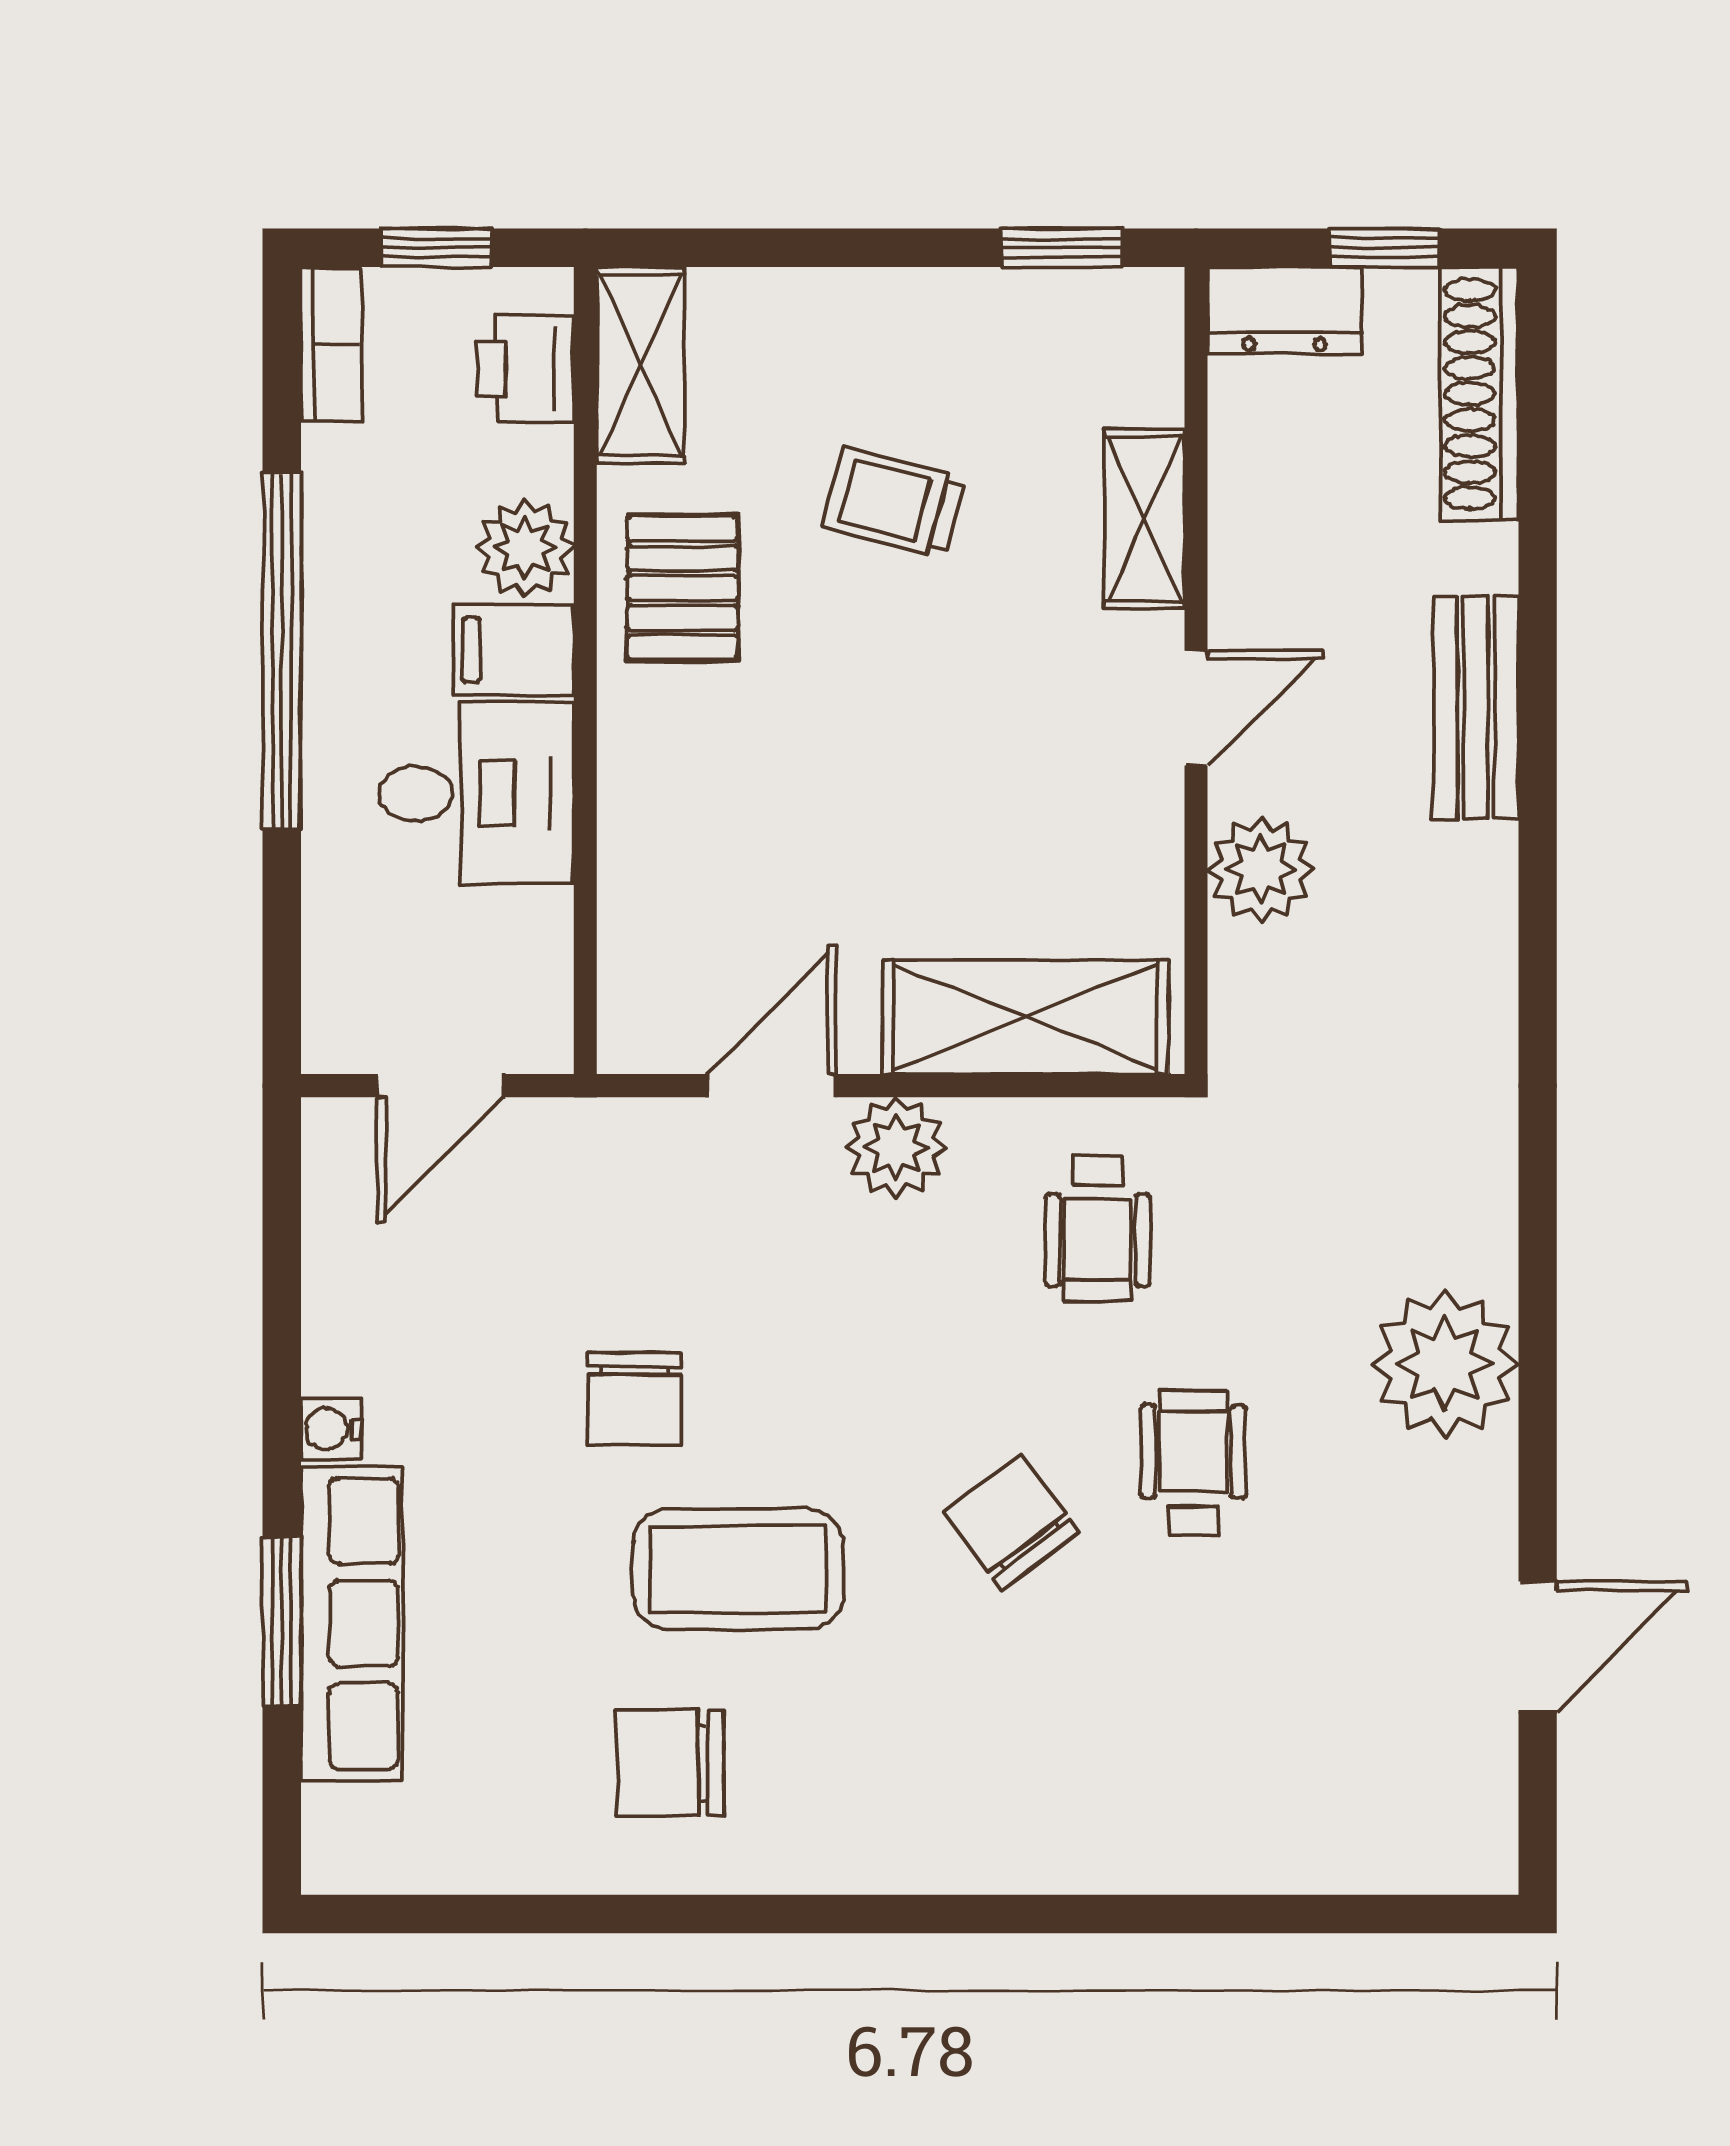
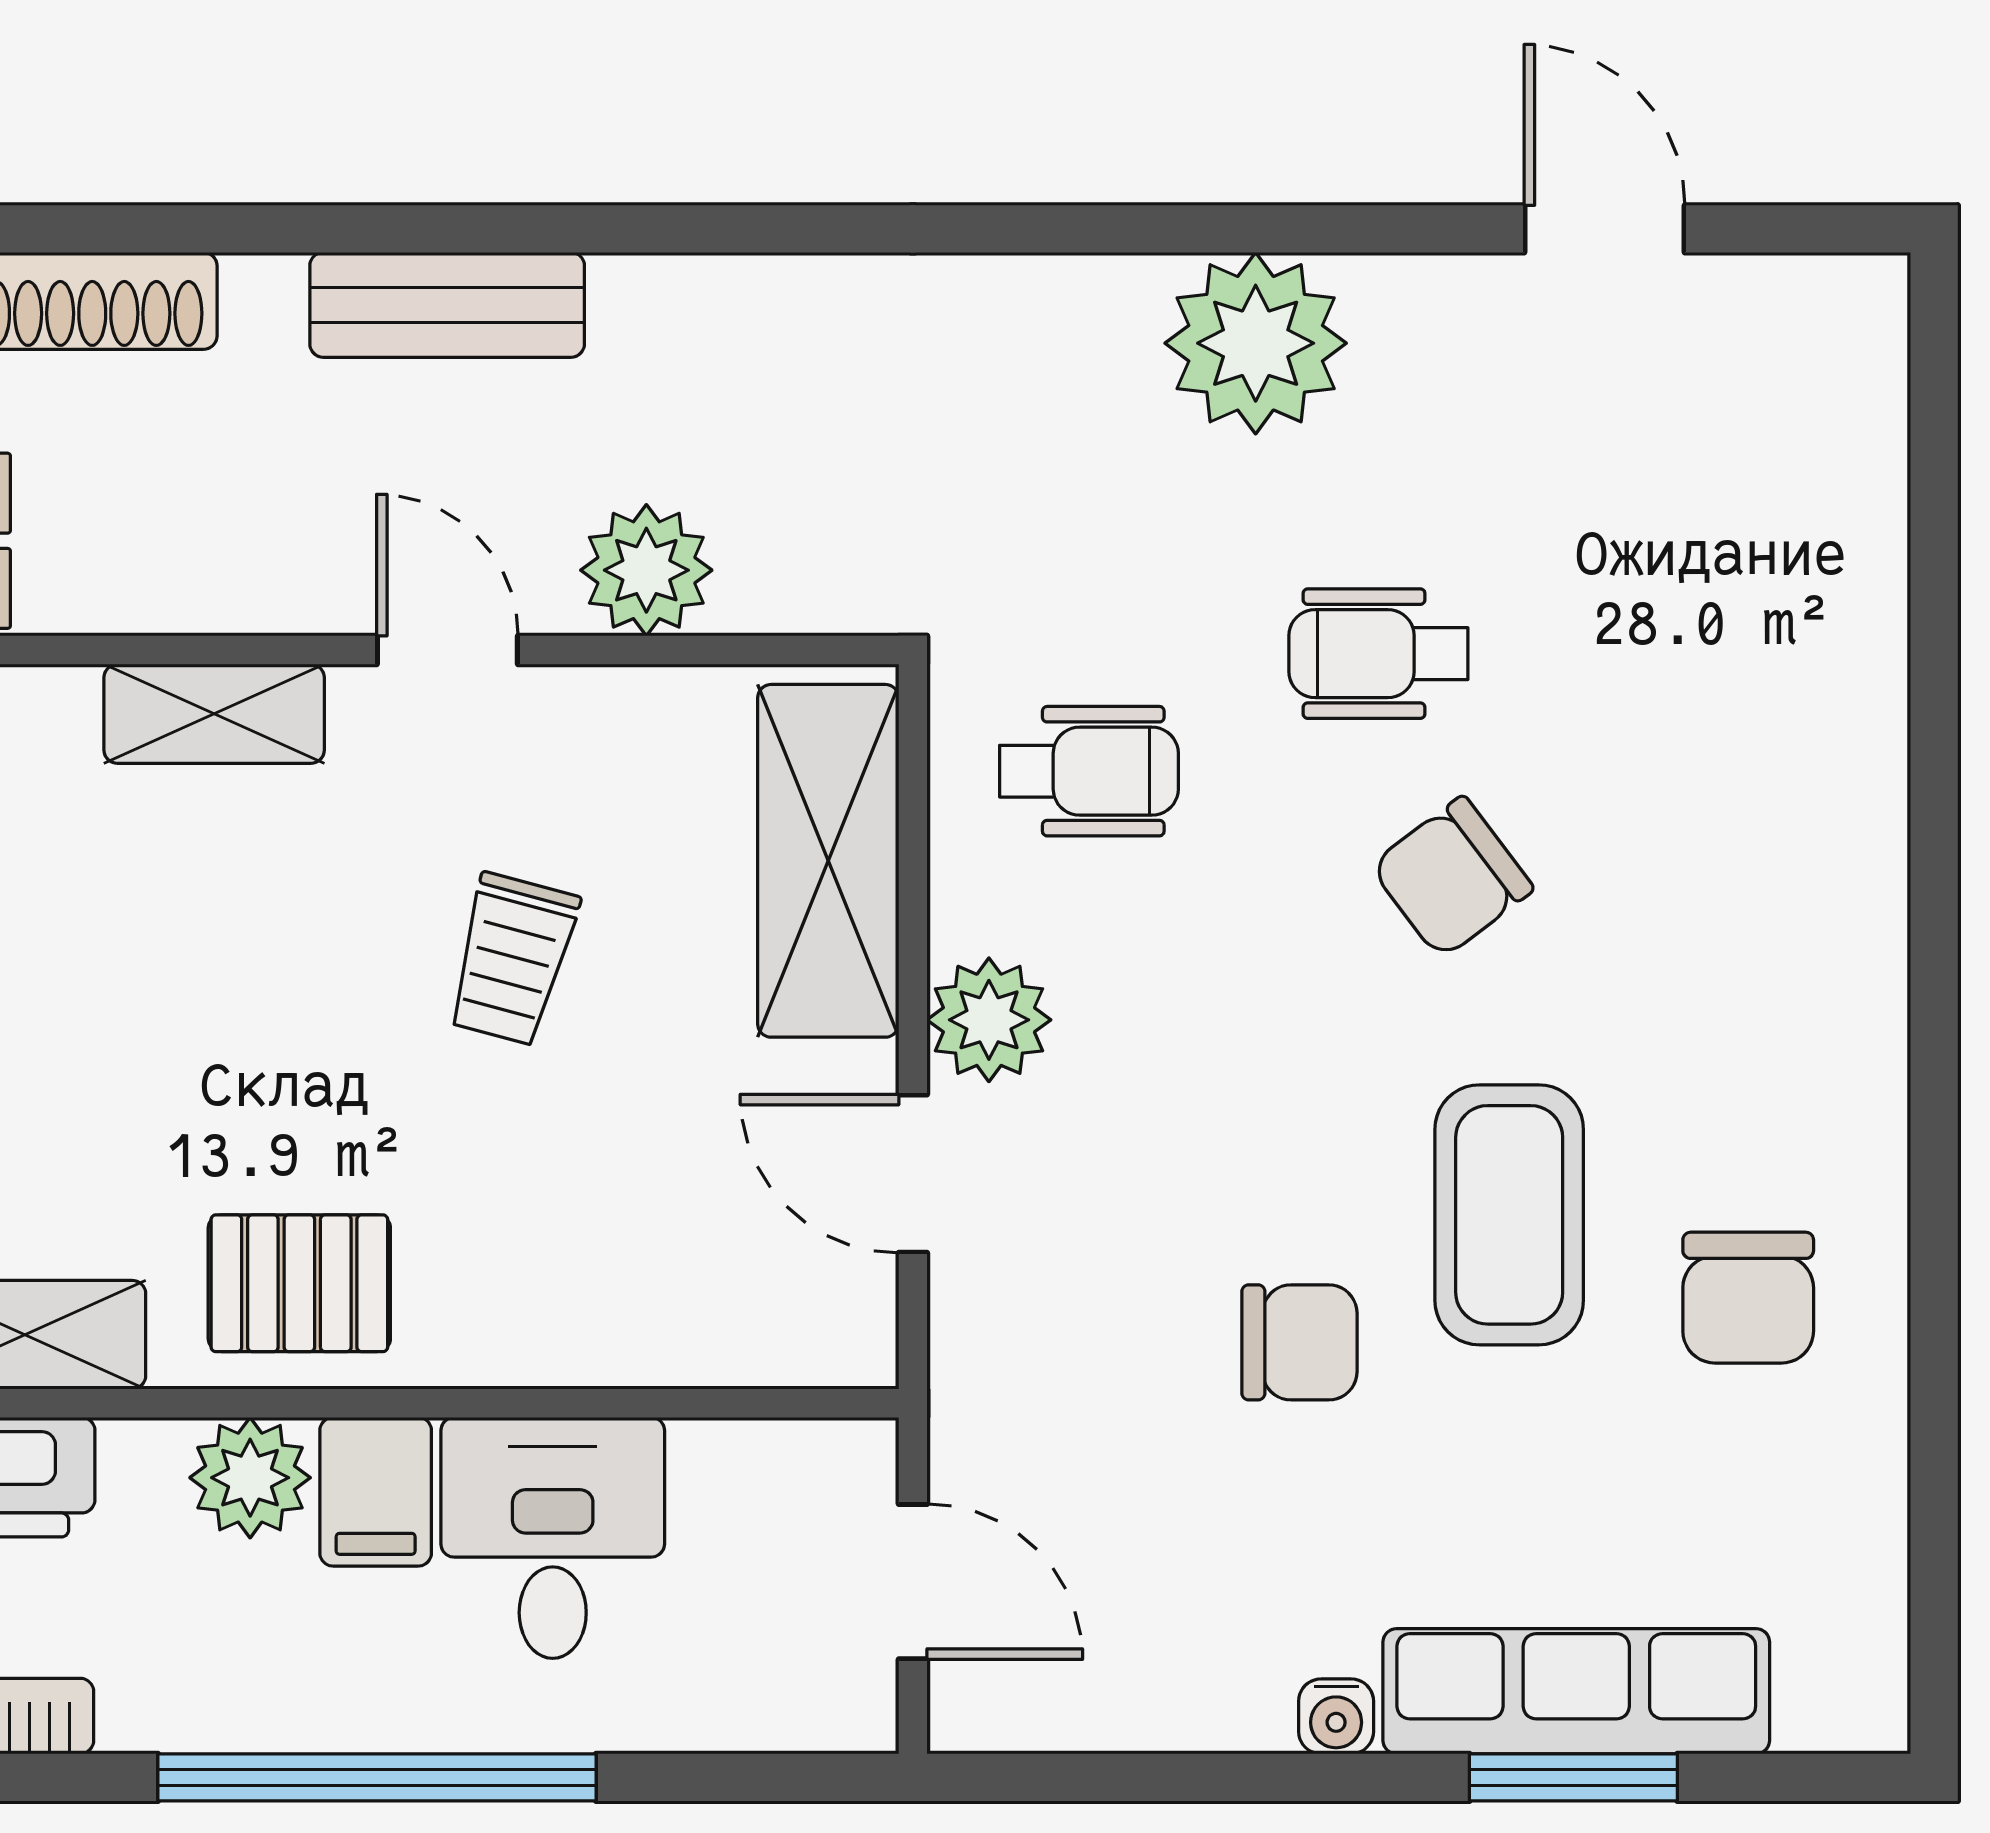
trolley: (893, 503) -> (512, 959), moved

